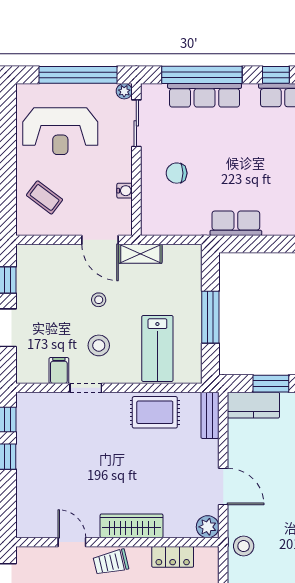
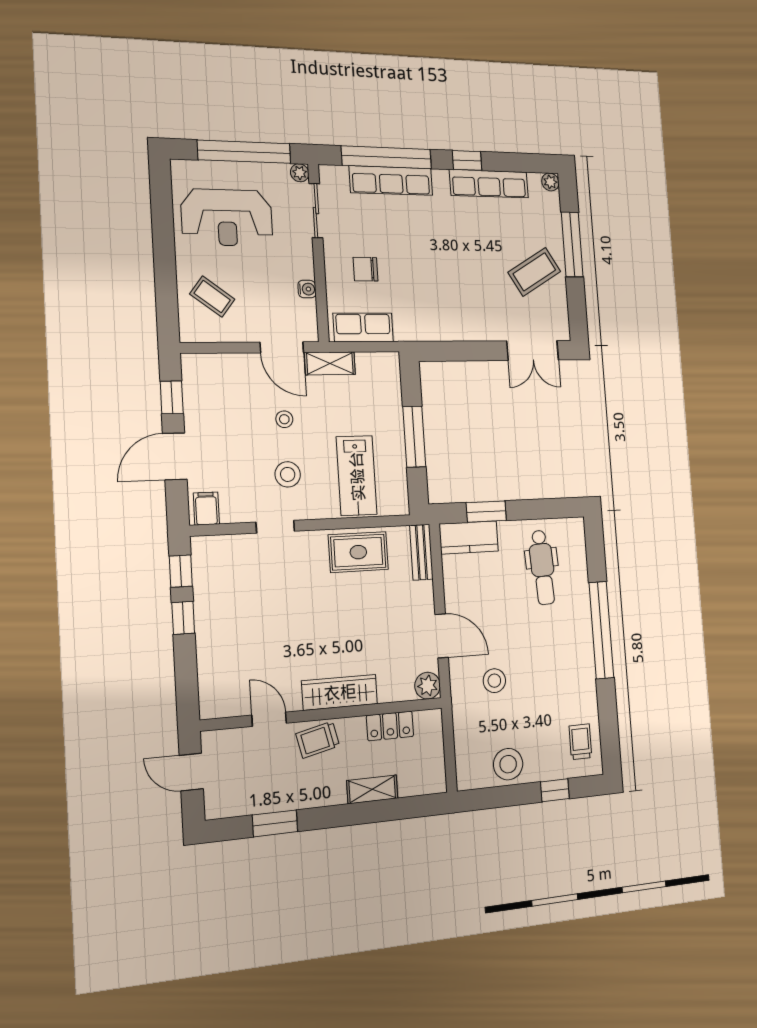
row of seats: (236, 223) -> (363, 327), moved
filing cabinet: (59, 371) -> (206, 508), moved
stool: (244, 546) -> (494, 681), moved

